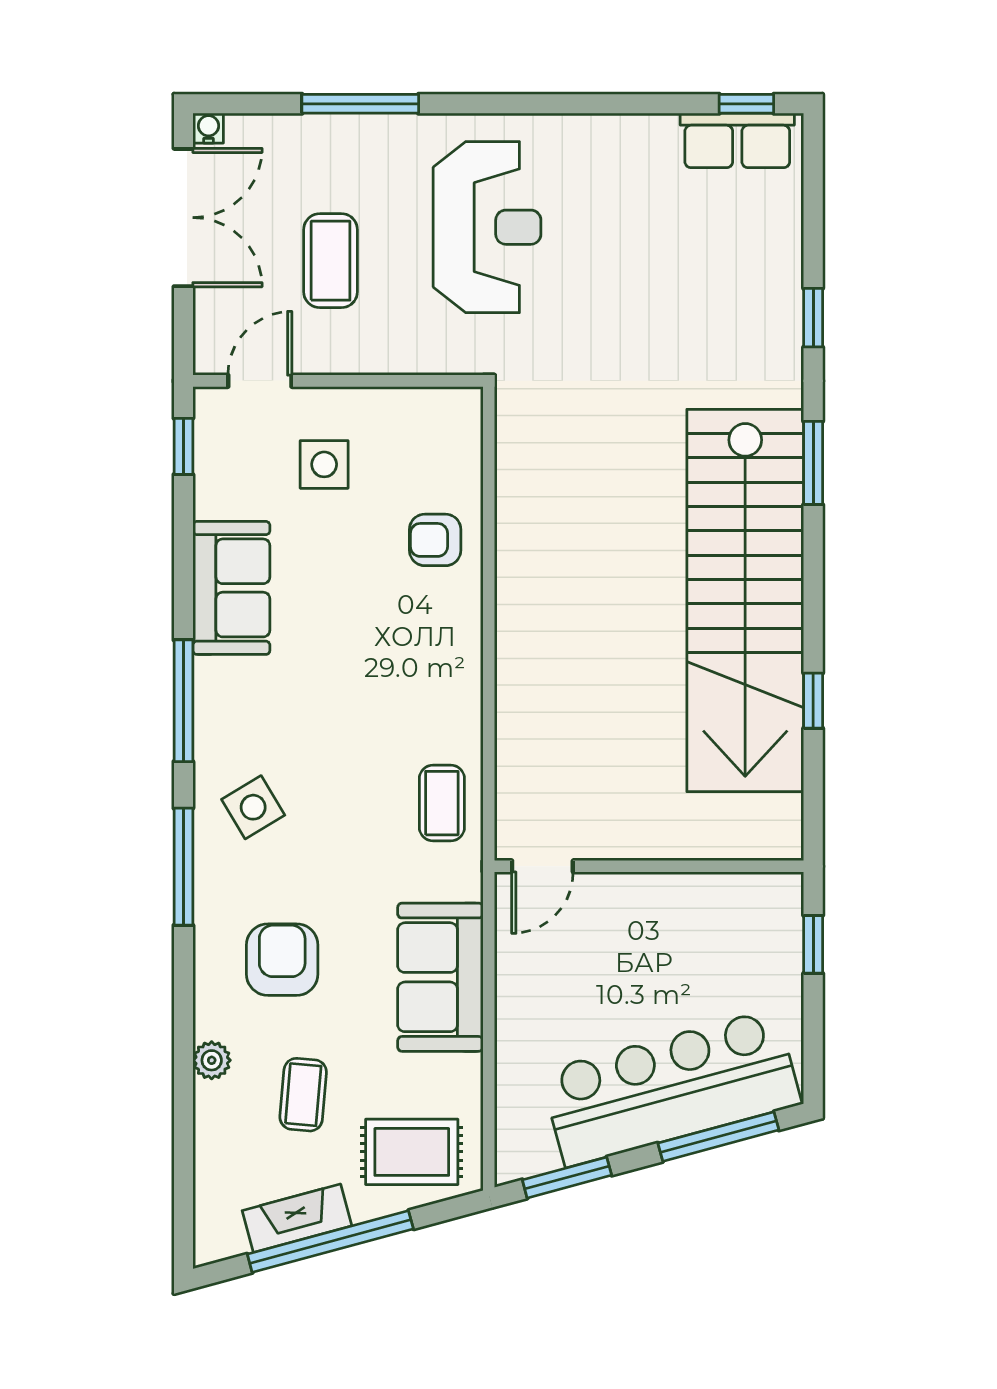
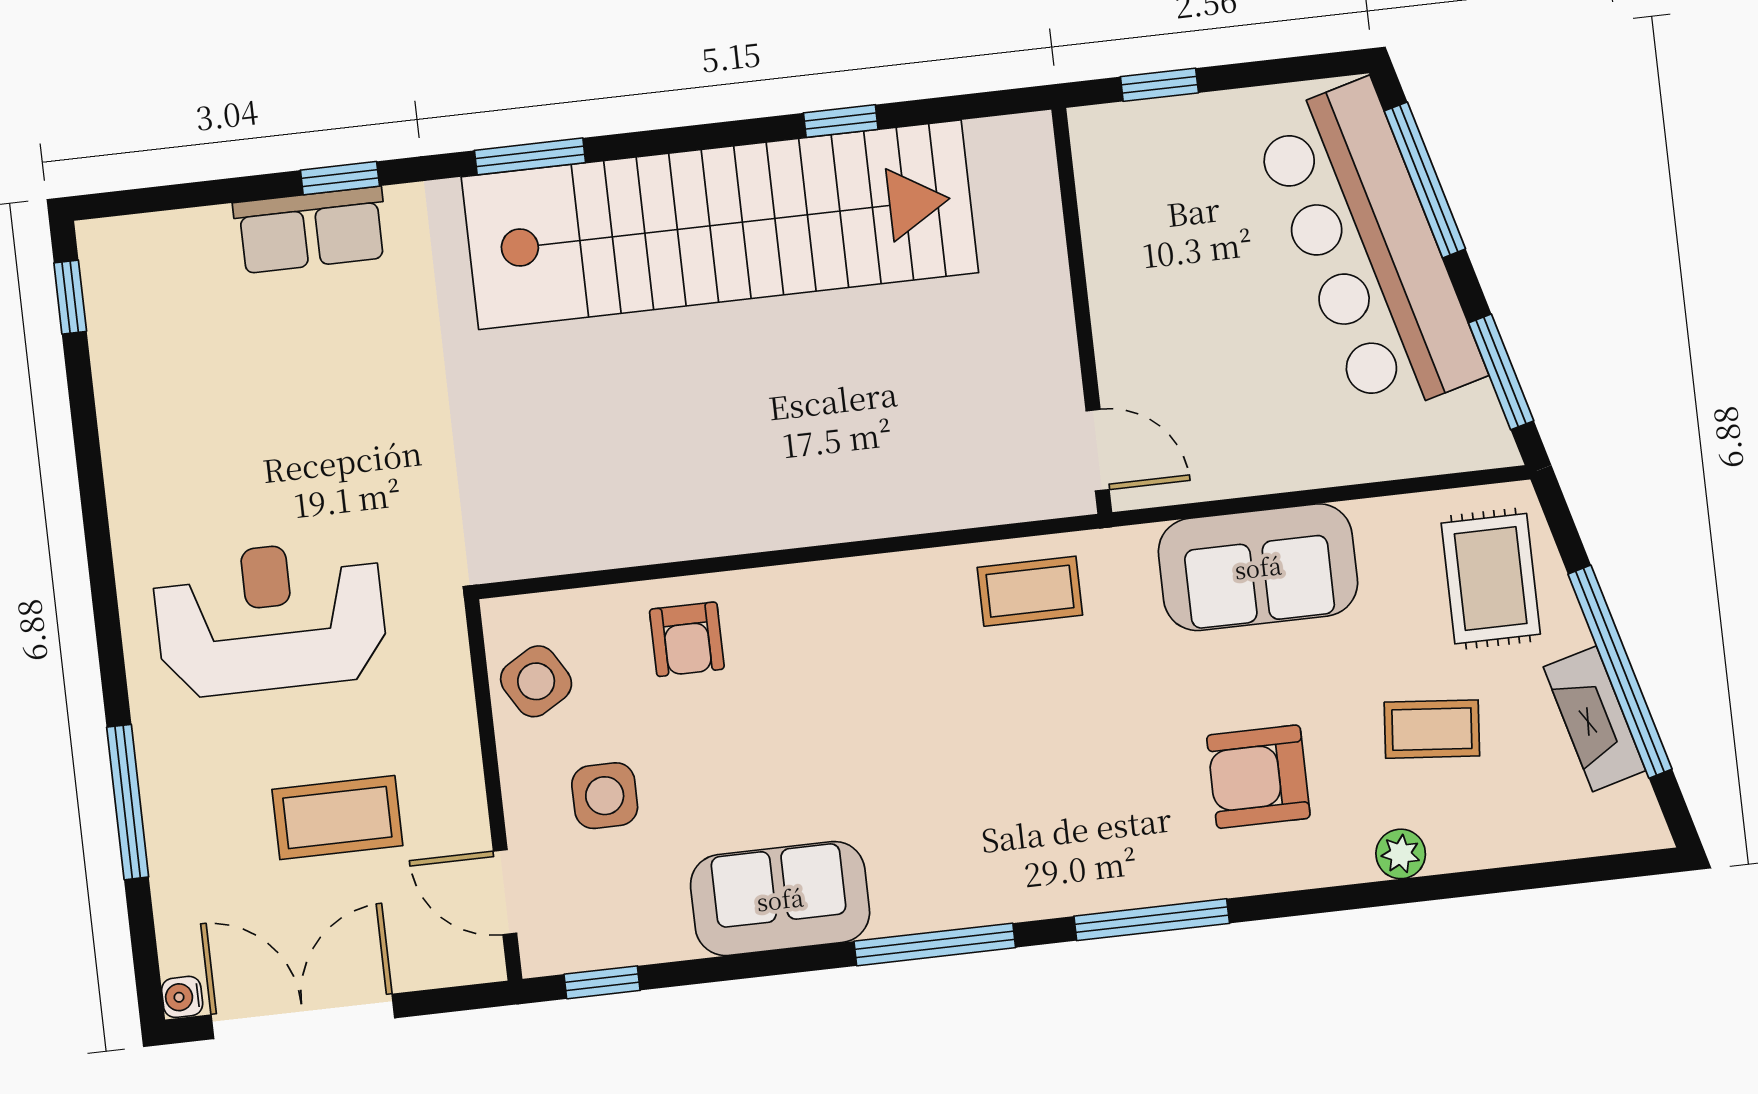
row of seats: (737, 140) -> (311, 230), moved, turned 90
side table: (253, 807) -> (536, 681), moved

